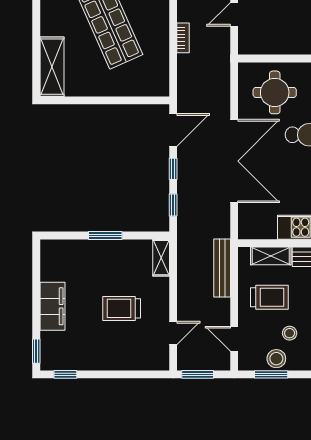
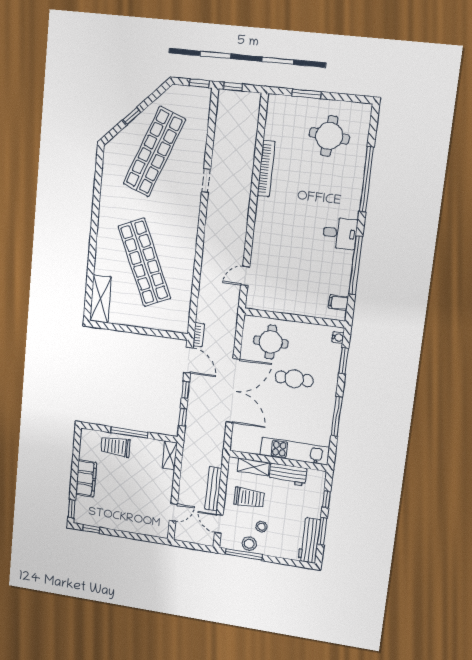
bookcase: (183, 38) -> (199, 335), moved
door: (173, 130) -> (188, 360), hinge flipped
window: (105, 235) -> (129, 432), width x1.44
bench: (222, 268) -> (213, 489), moved
trolley: (122, 308) -> (115, 447), moved
window: (198, 374) -> (189, 545), removed
window: (271, 374) -> (244, 555), width x1.44

